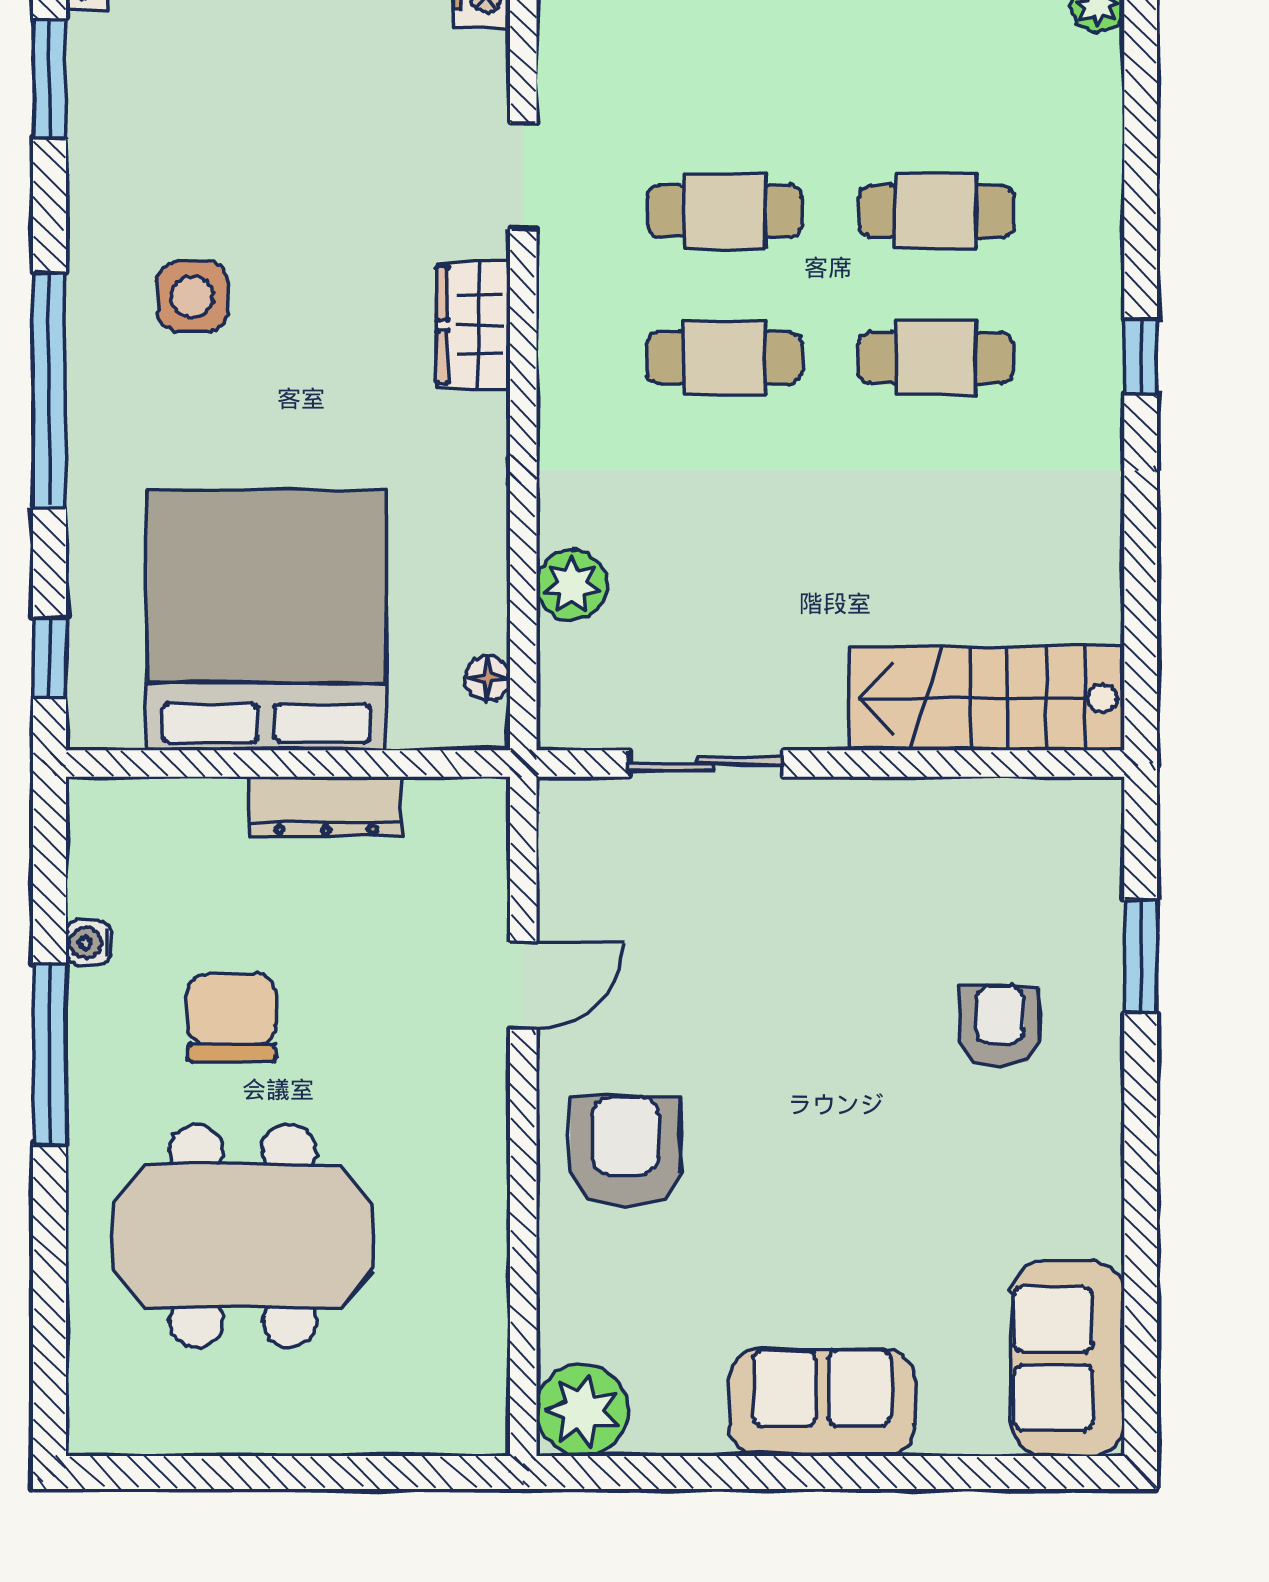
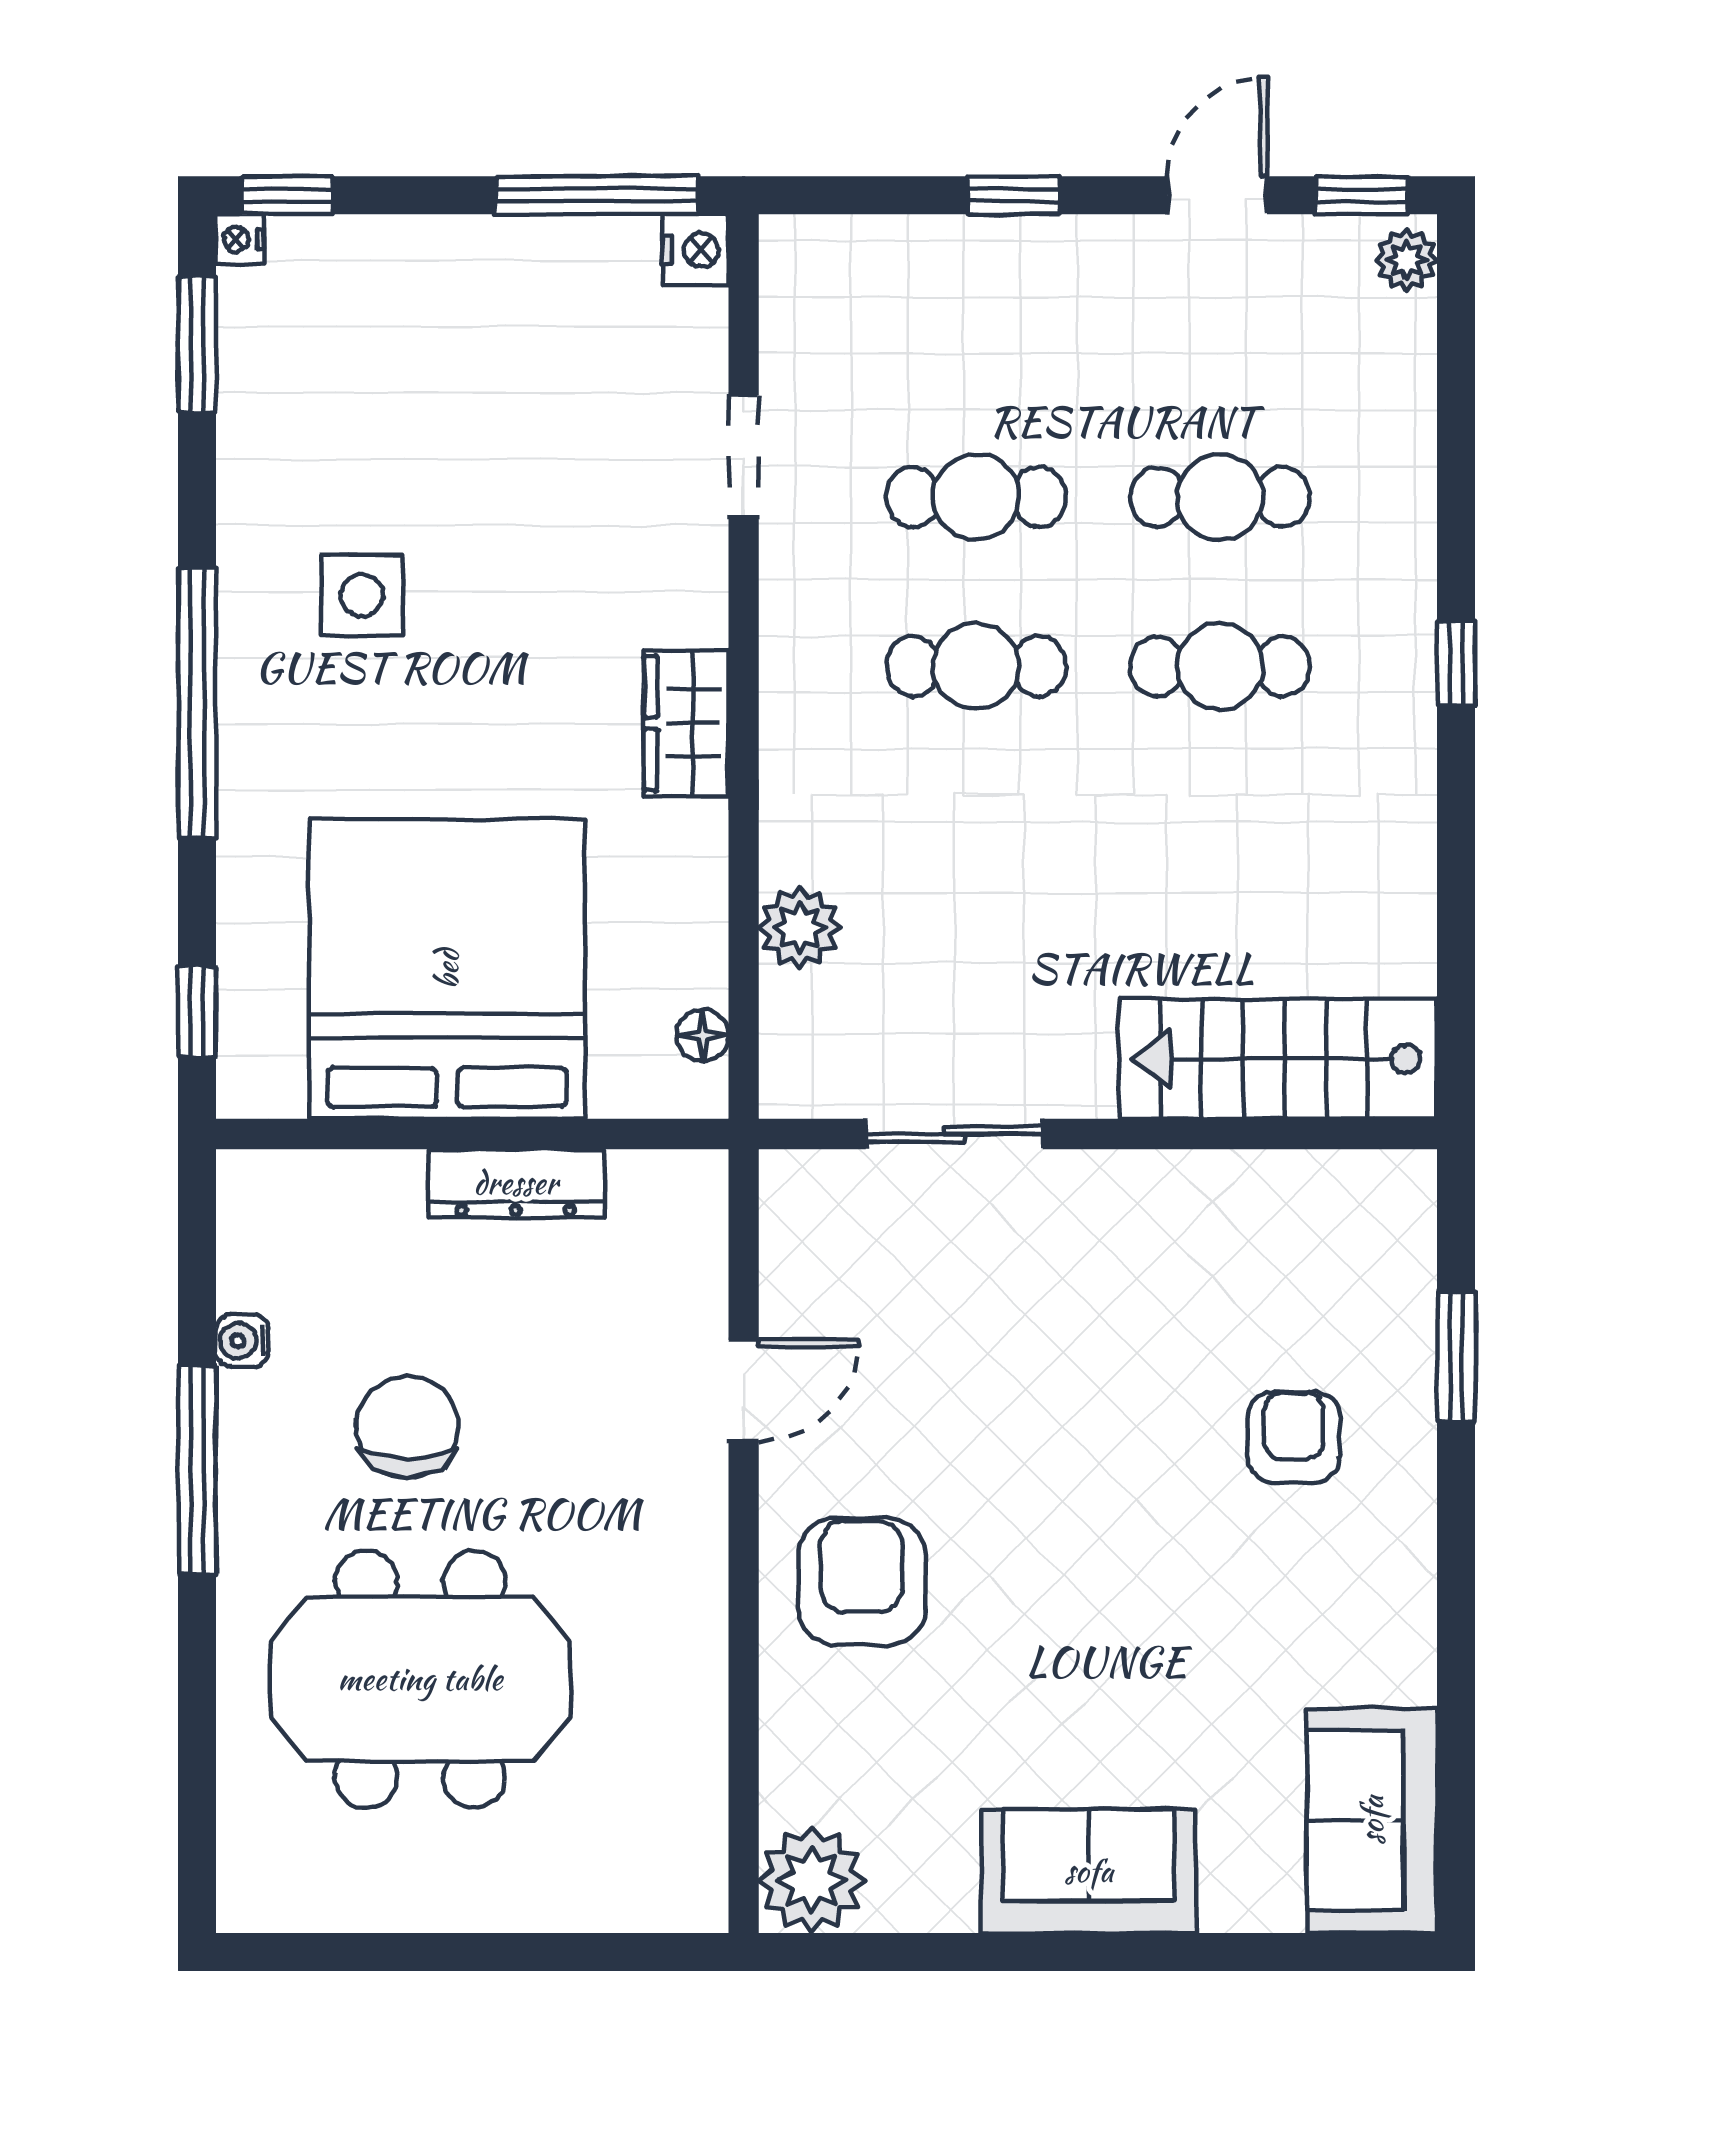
wardrobe: (473, 325) -> (686, 723), moved

